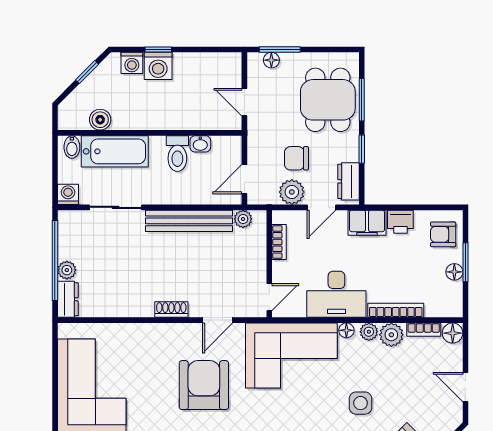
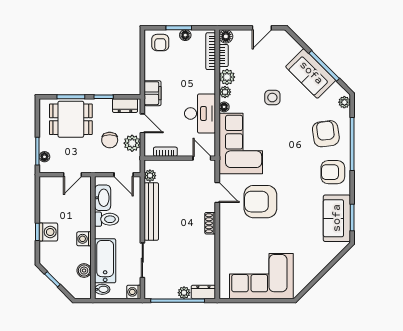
washing machine: (132, 63) -> (84, 239), moved, turned 180
washbasin: (200, 144) -> (103, 198), width x1.91, depth x1.45
printer: (400, 222) -> (152, 71), removed
bookcase: (396, 310) -> (211, 51), moved

